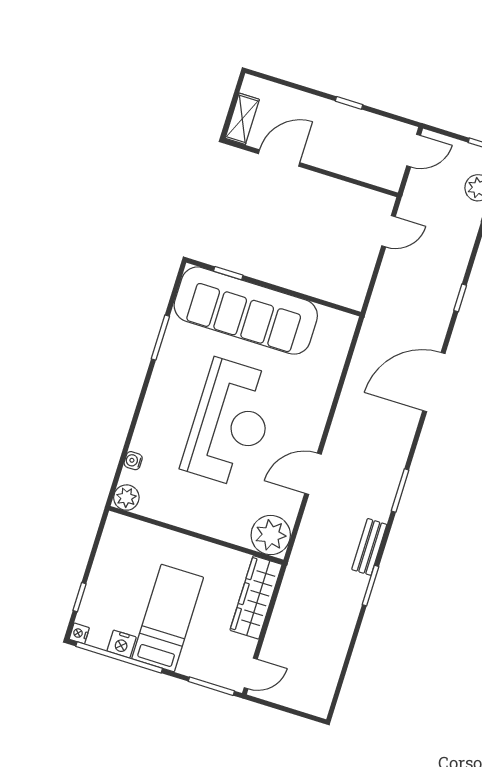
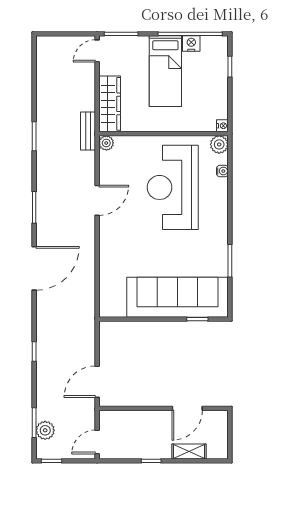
shelving: (242, 119) -> (189, 451), moved, turned 90
door: (388, 231) -> (97, 382), width x1.38
door: (434, 382) -> (34, 268), moved
reception desk: (230, 423) -> (173, 187), moved
plant: (271, 535) -> (106, 143), width x0.53, depth x0.53
bench: (369, 547) -> (88, 131), moved
nightstand: (79, 633) -> (222, 126), moved

